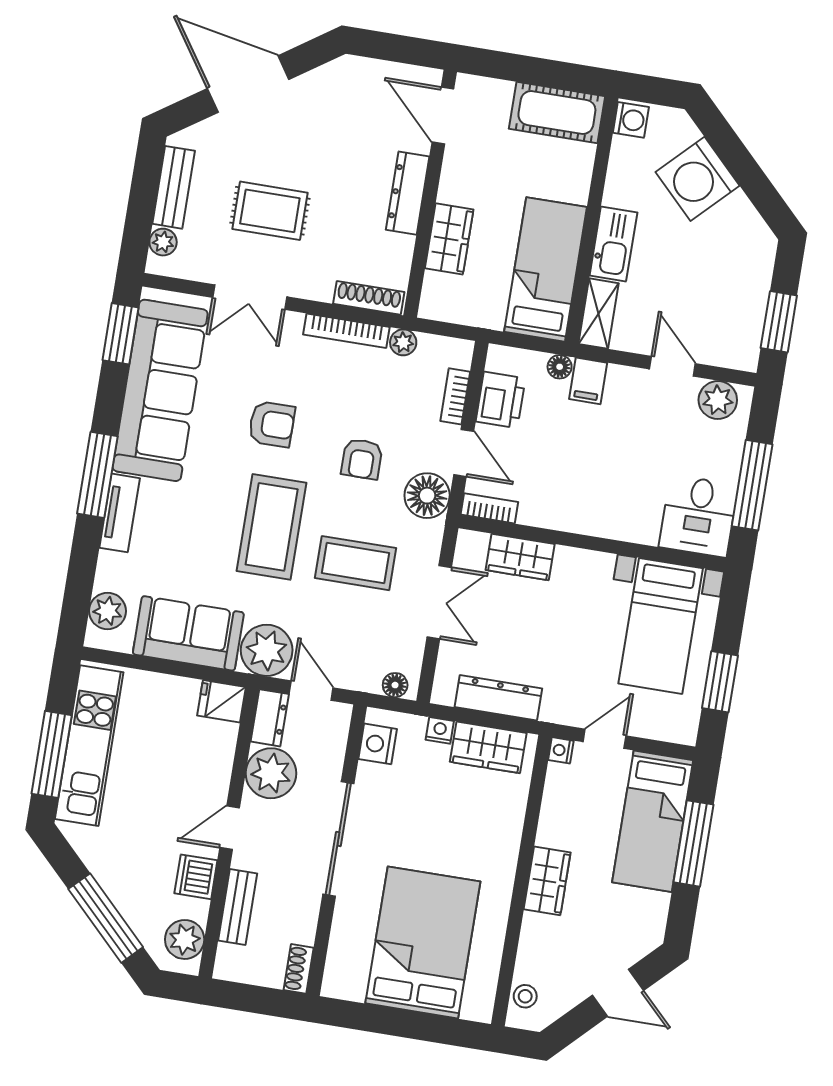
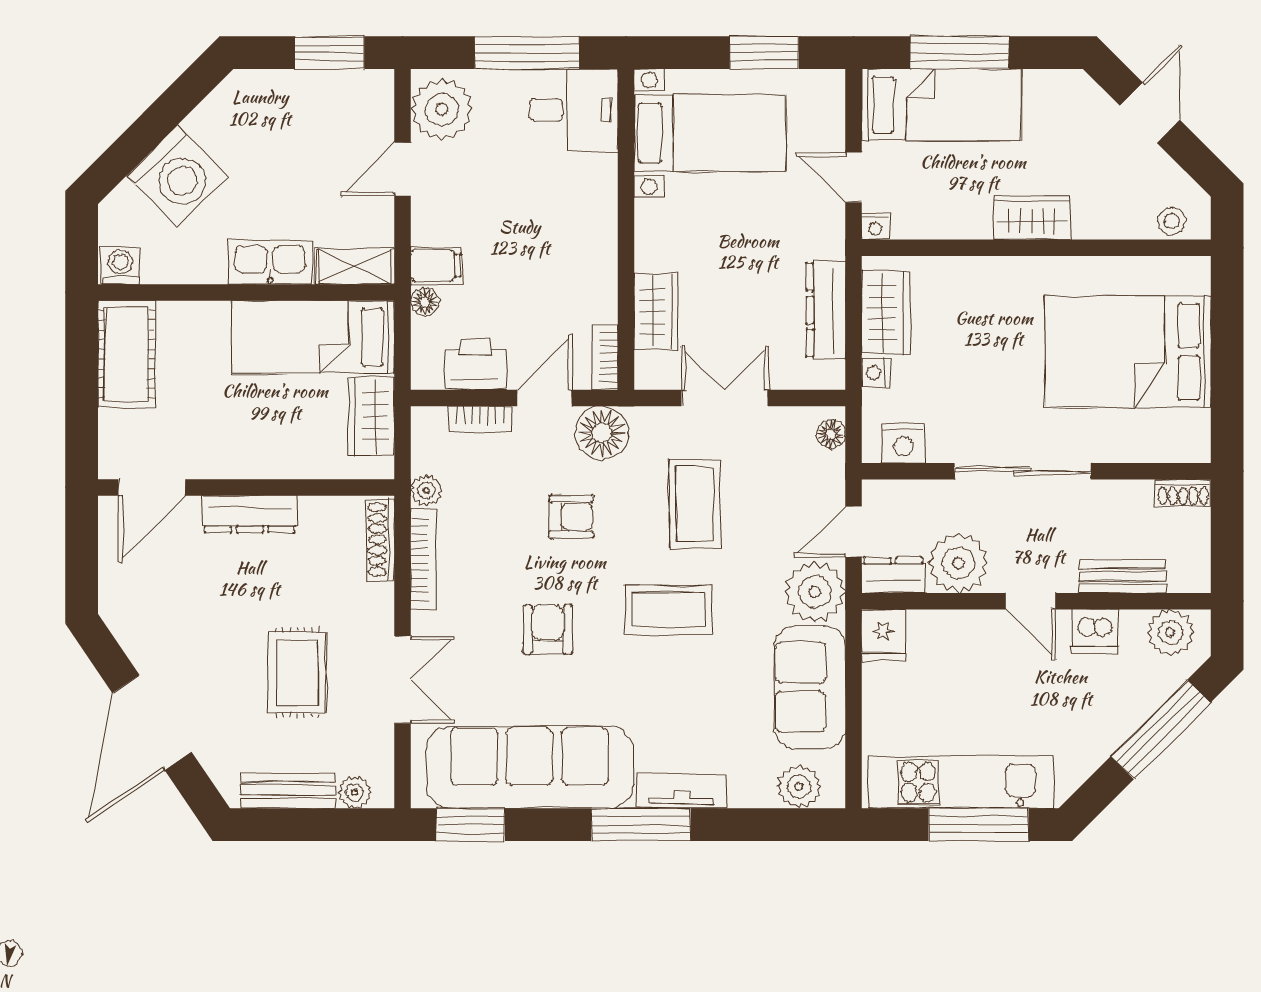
wardrobe: (449, 239) -> (372, 416), moved, turned -90
plant: (718, 400) -> (442, 109), width x1.36, depth x1.36
coffee table: (272, 527) -> (668, 610), width x0.73, depth x0.76

